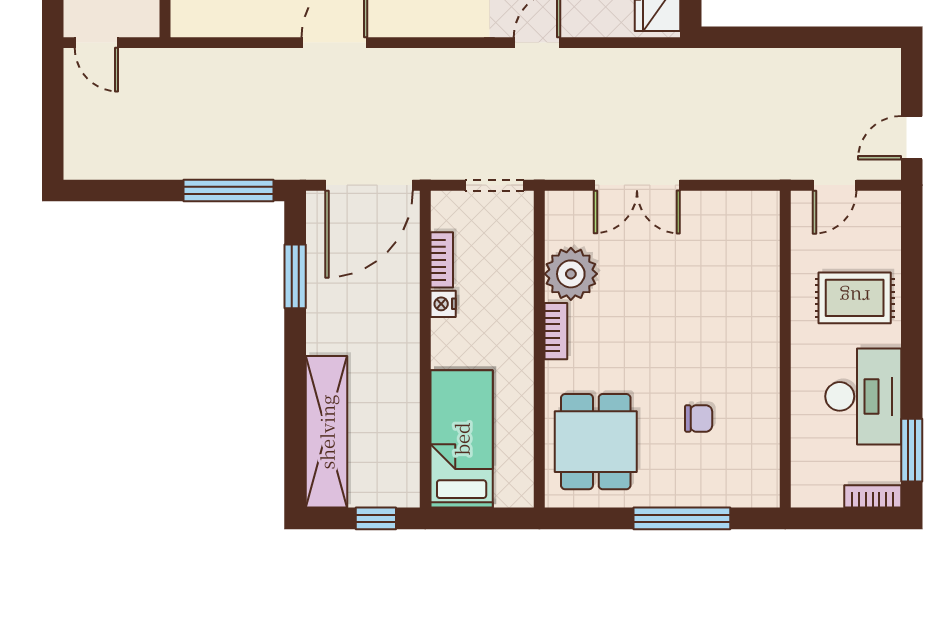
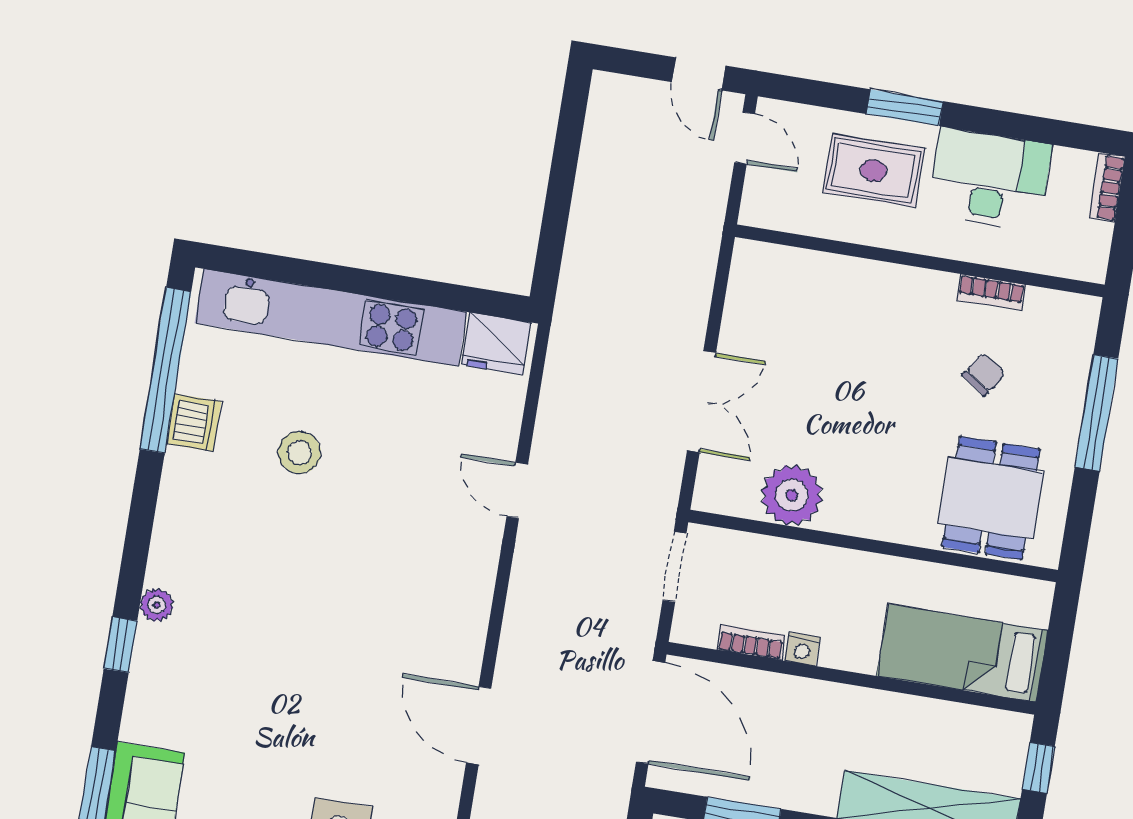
door: (835, 185) -> (745, 138), moved
rug: (855, 298) -> (874, 171), turned 90
bookcase: (556, 331) -> (991, 292), moved, turned 180
chair: (699, 418) -> (984, 374), turned 34
dining table: (596, 442) -> (991, 498), turned 90
window: (912, 450) -> (905, 108), moved

